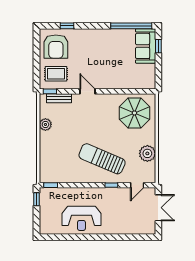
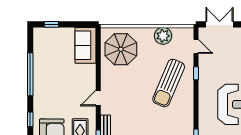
window: (131, 26) -> (30, 74), moved
sofa: (146, 46) -> (86, 45), moved, turned 90

